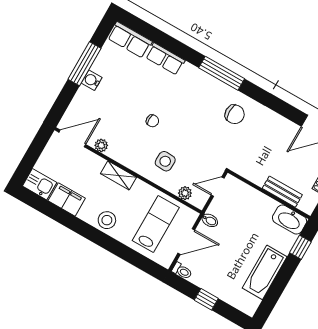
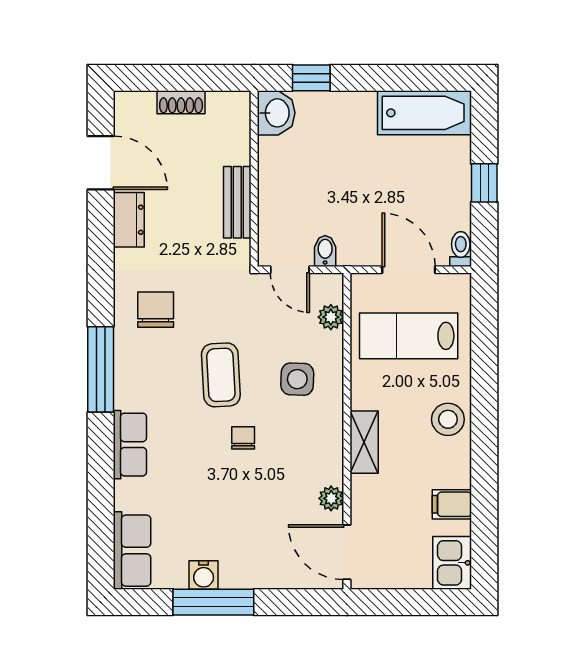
row of seats: (165, 59) -> (130, 445), moved
water cooler: (92, 80) -> (204, 575), moved
dresser: (283, 126) -> (129, 220), added
coffee table: (187, 127) -> (221, 375), added
bench: (282, 192) -> (237, 202), moved
filing cabinet: (67, 199) -> (452, 504), width x0.50
bidet: (210, 220) -> (325, 251), moved
washbasin: (290, 220) -> (276, 113), width x0.72
bathtub: (265, 272) -> (425, 113), moved

